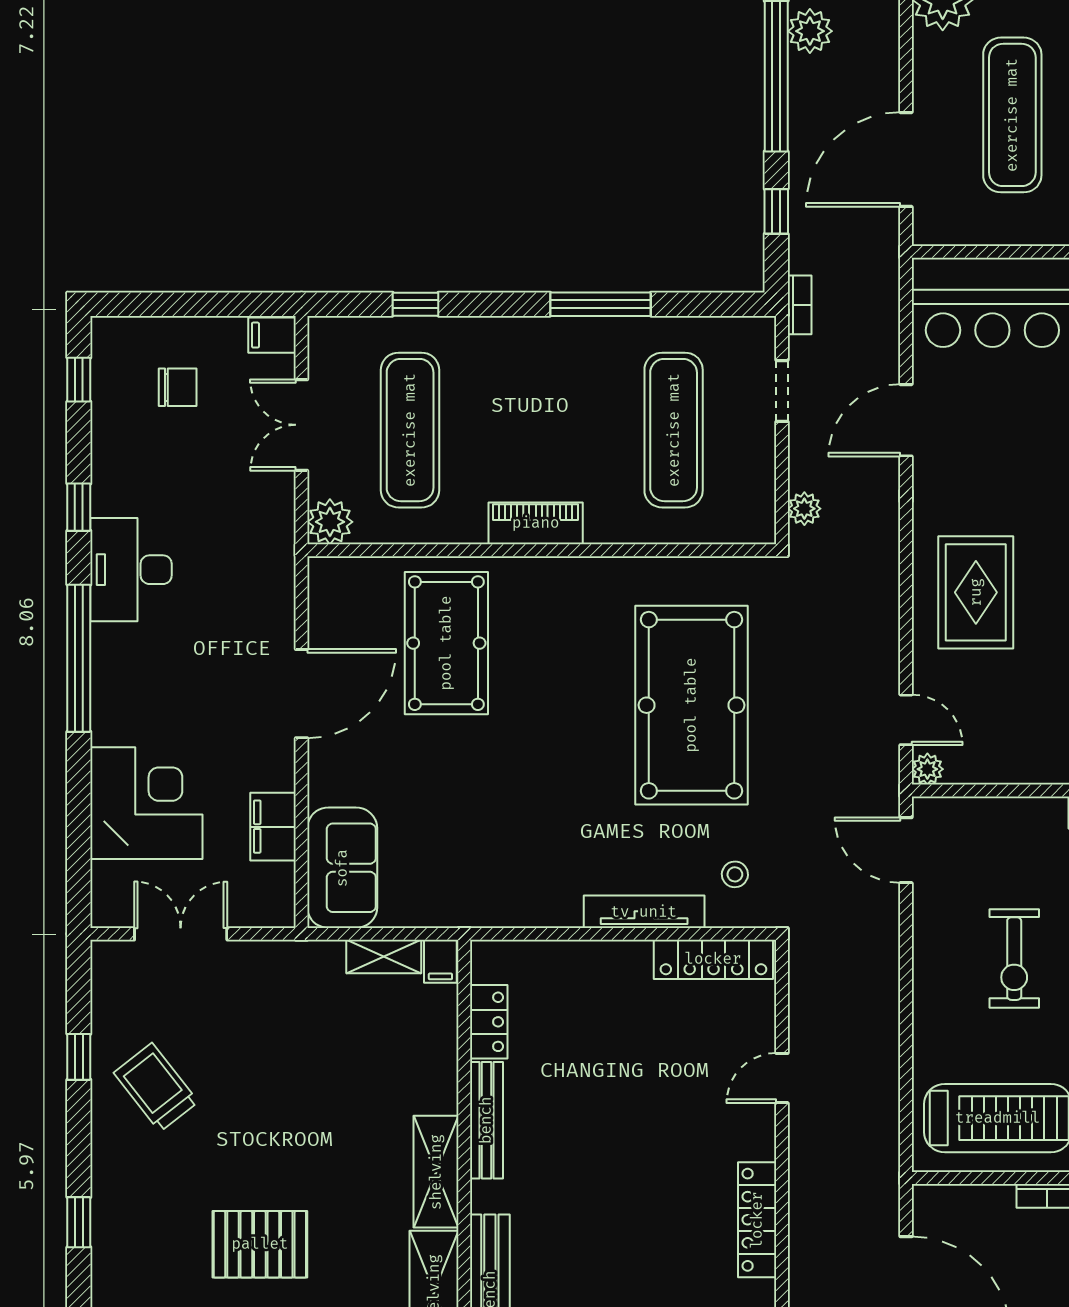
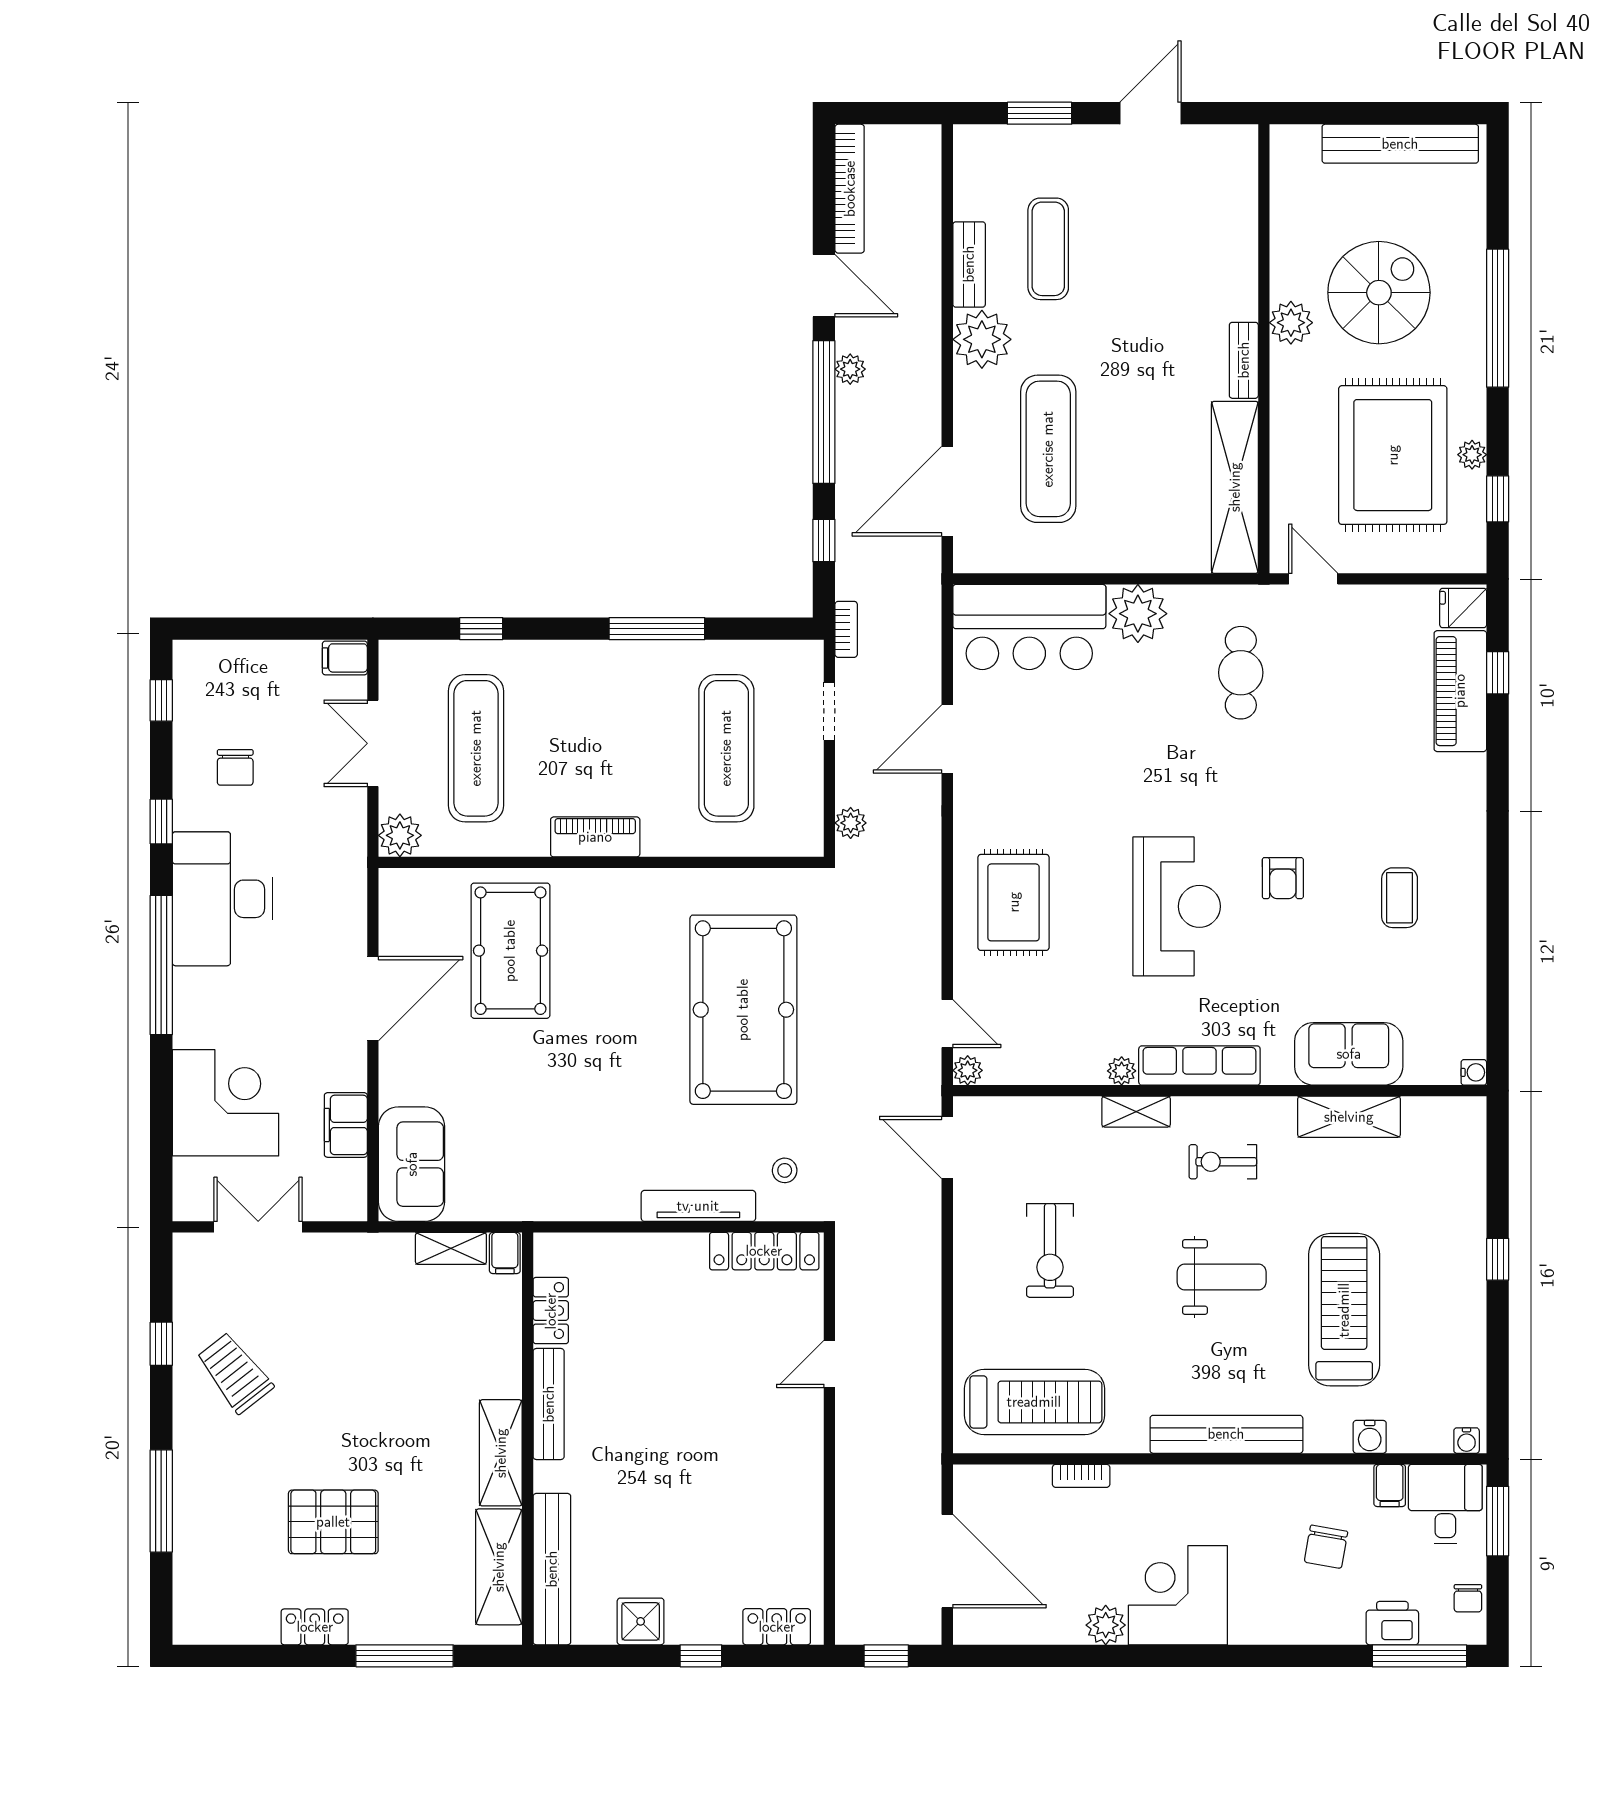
plant: (810, 31) -> (850, 369), width x0.73, depth x0.73
chair: (178, 387) -> (235, 767), moved, turned 90
desk: (131, 570) -> (222, 899), width x1.36, depth x1.30
locker: (757, 1220) -> (806, 1499), removed
window: (79, 1222) -> (161, 1501), width x2.17

